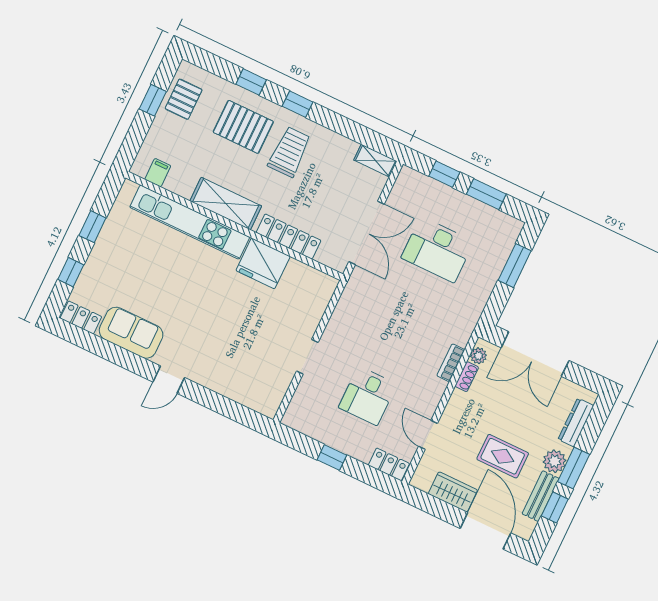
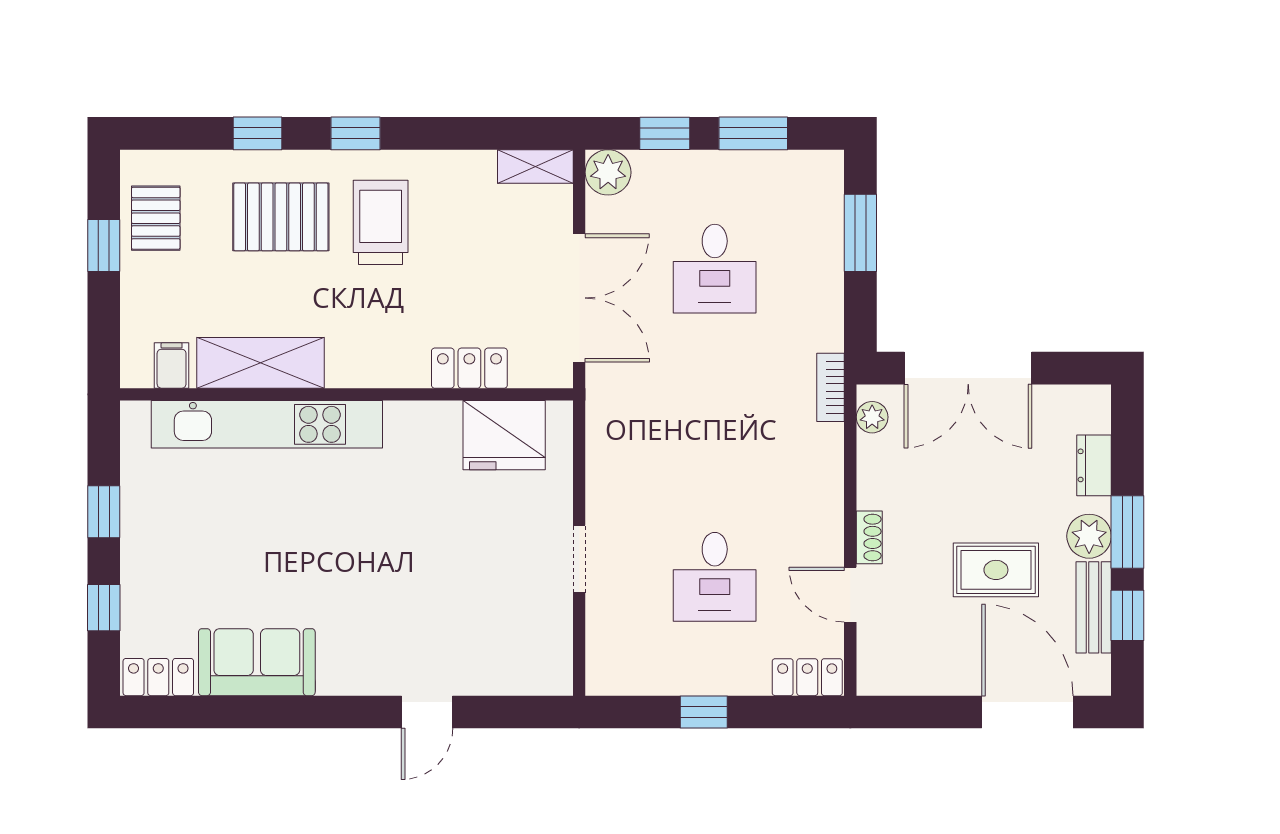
plant: (409, 180) -> (608, 172), added
shelving: (226, 204) -> (260, 363), moved
locker: (289, 237) -> (469, 368), width x0.66
desk: (437, 250) -> (715, 269), width x0.73
fridge: (263, 263) -> (504, 435), moved
bookcase: (451, 363) -> (830, 387), moved
shoe rack: (467, 377) -> (869, 537), moved
door: (169, 380) -> (427, 712), moved
dresser: (576, 422) -> (1094, 465), width x0.70
wardrobe: (453, 492) -> (940, 672), removed

